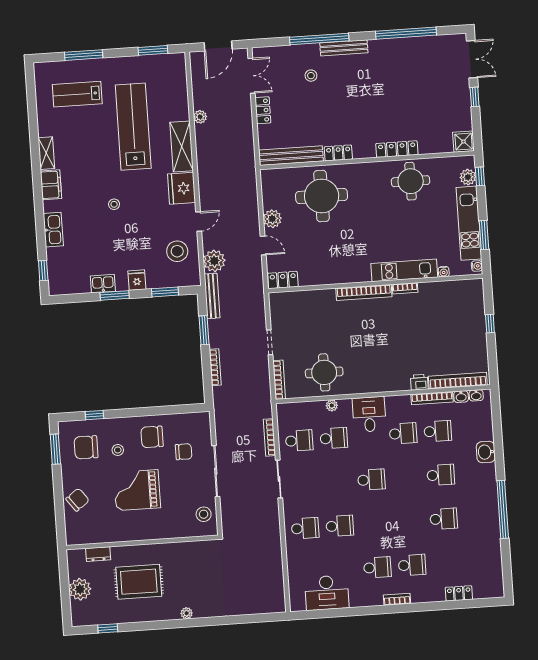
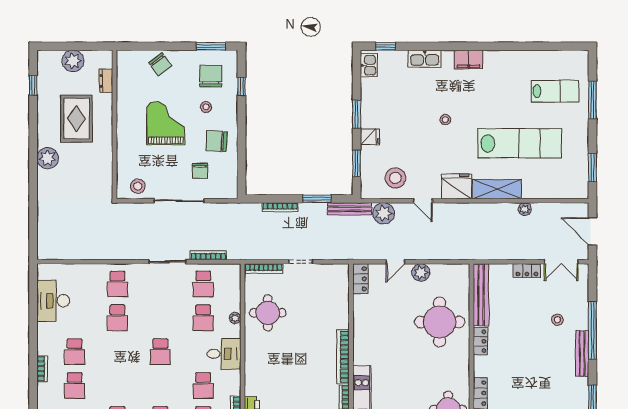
lab bench: (77, 94) -> (555, 91), turned 90
shelving: (46, 153) -> (500, 57), removed
kitchen sink: (103, 284) -> (369, 65), moved
chair: (152, 437) -> (216, 141), turned -86
plant: (187, 613) -> (48, 158), width x1.88, depth x1.88

